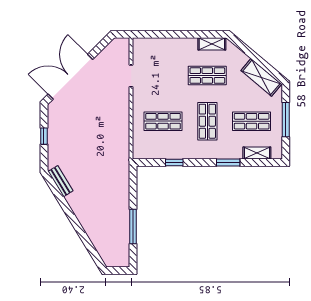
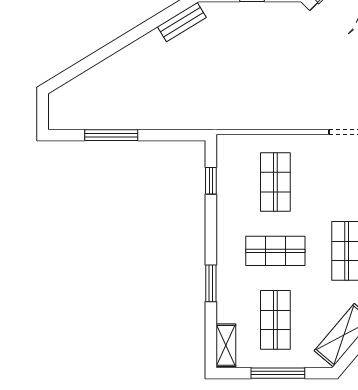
shelving: (257, 153) -> (226, 345), moved
window: (174, 163) -> (211, 181), moved

